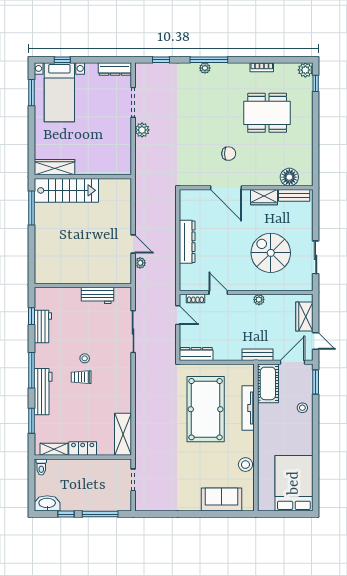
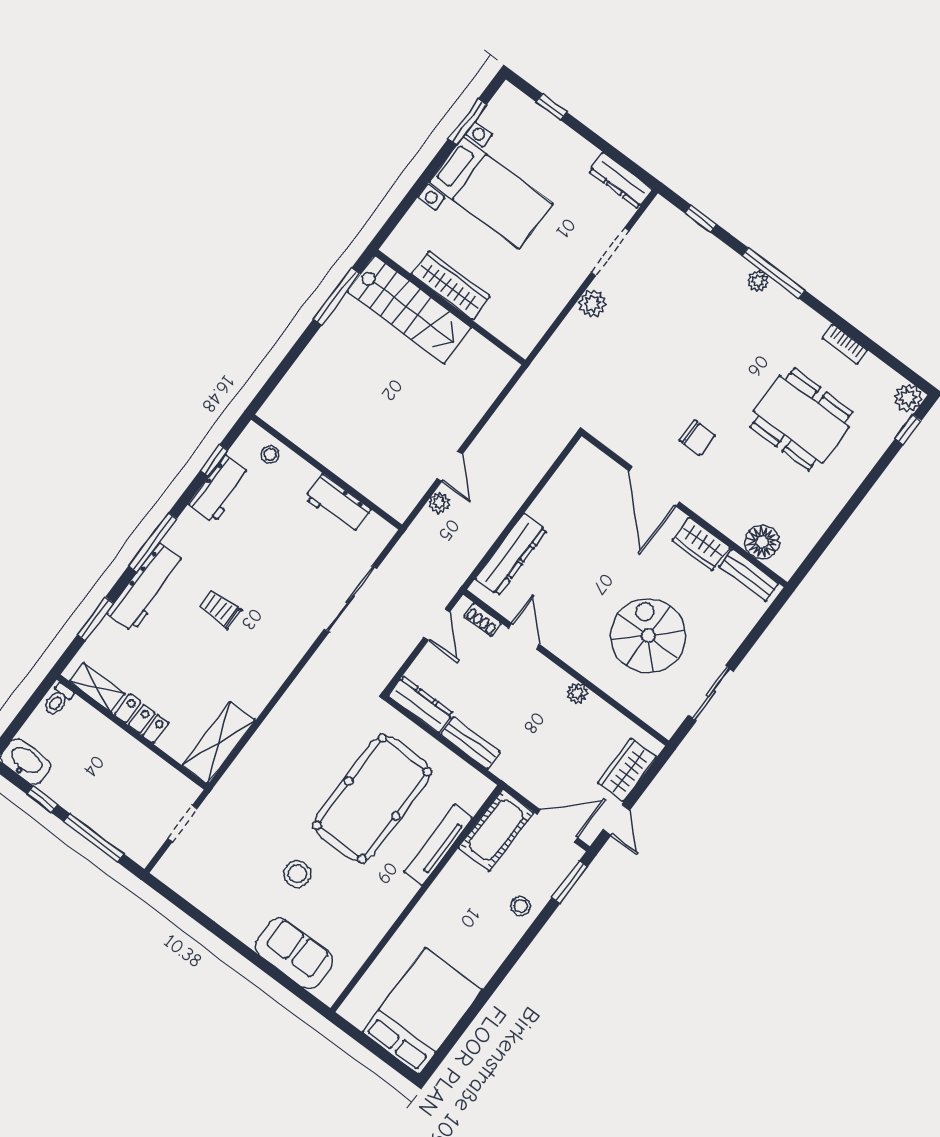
bed with nightstands: (59, 92) -> (491, 193), moved, turned -90
wardrobe: (54, 167) -> (451, 285), moved
dresser: (187, 242) -> (511, 555), moved
bench: (258, 355) -> (470, 743), moved
stool: (85, 358) -> (270, 455), moved
stool: (245, 465) -> (297, 874), moved

